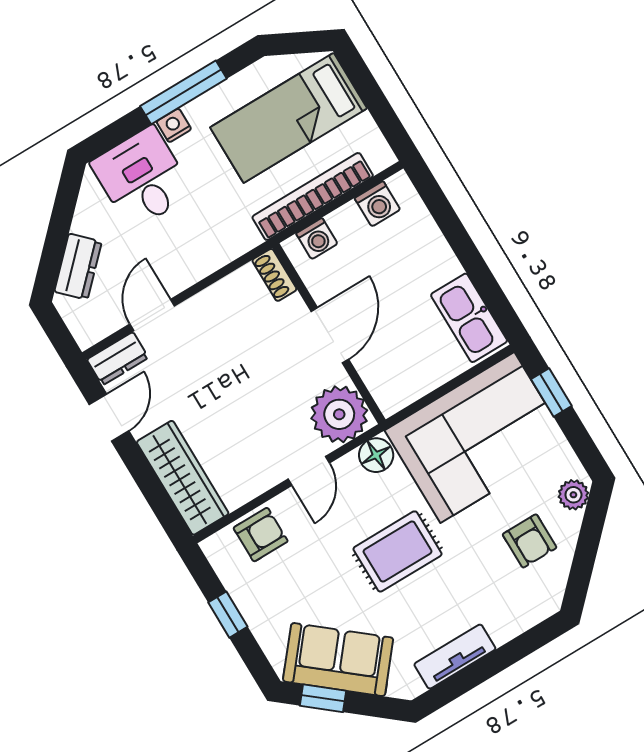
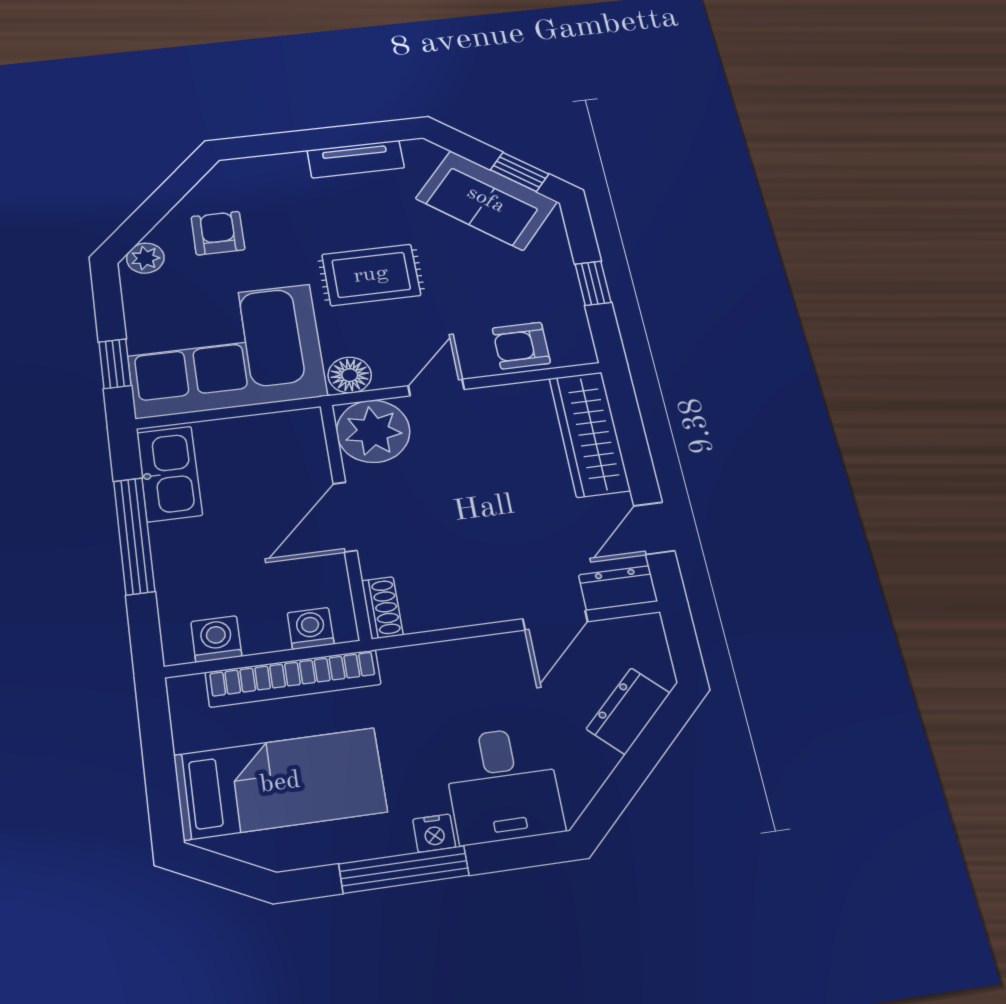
window: (470, 258) -> (134, 536), added

